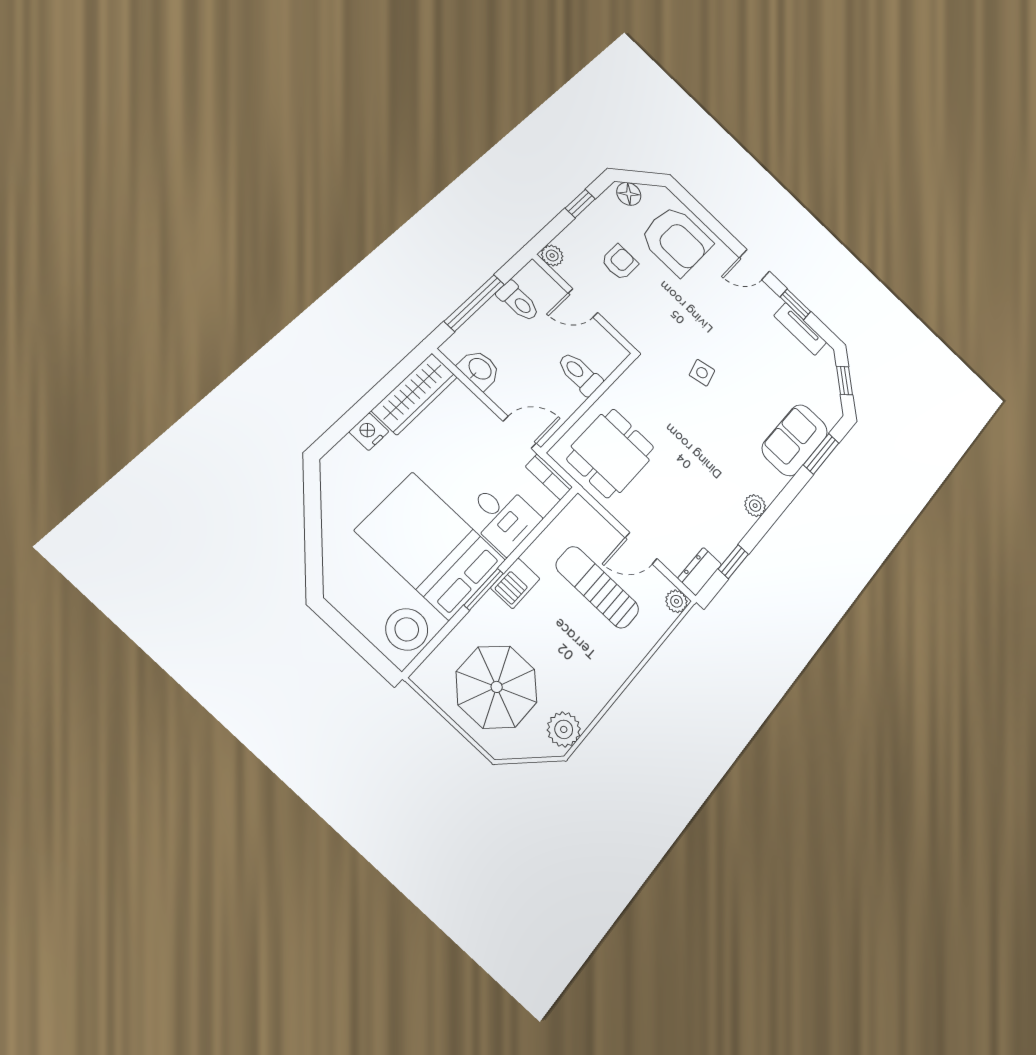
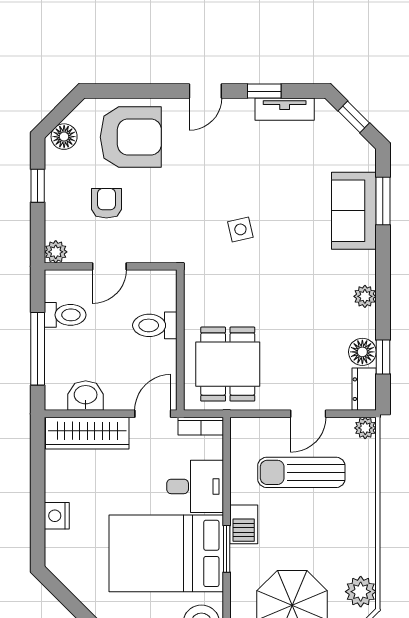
wardrobe: (415, 394) -> (87, 433), moved, turned 90
floor lamp: (721, 543) -> (362, 352), added

